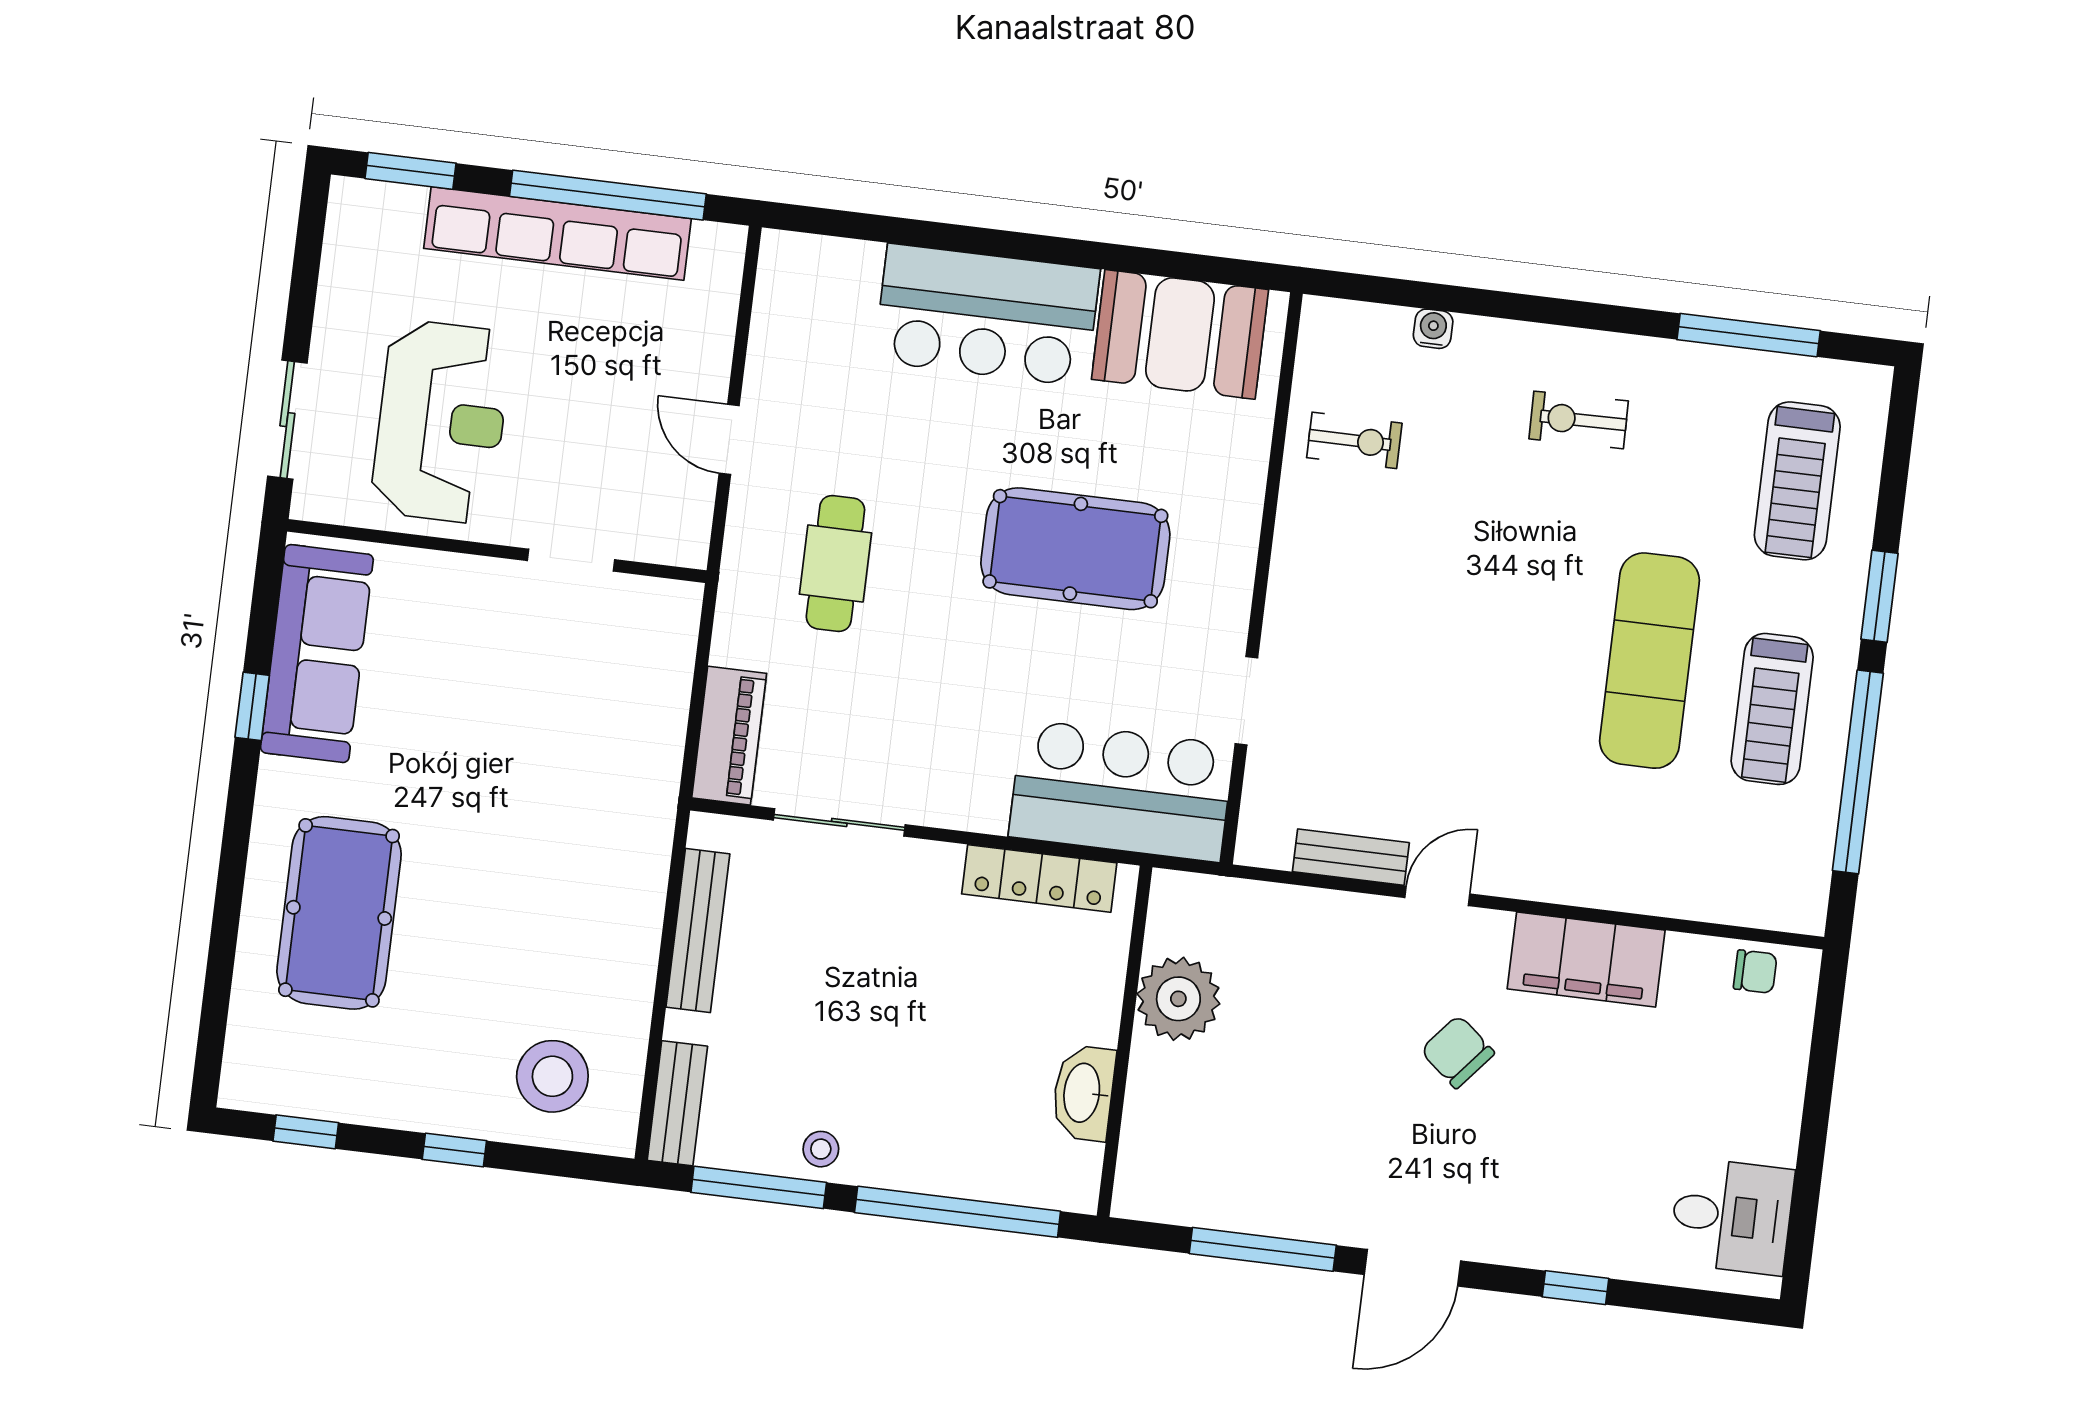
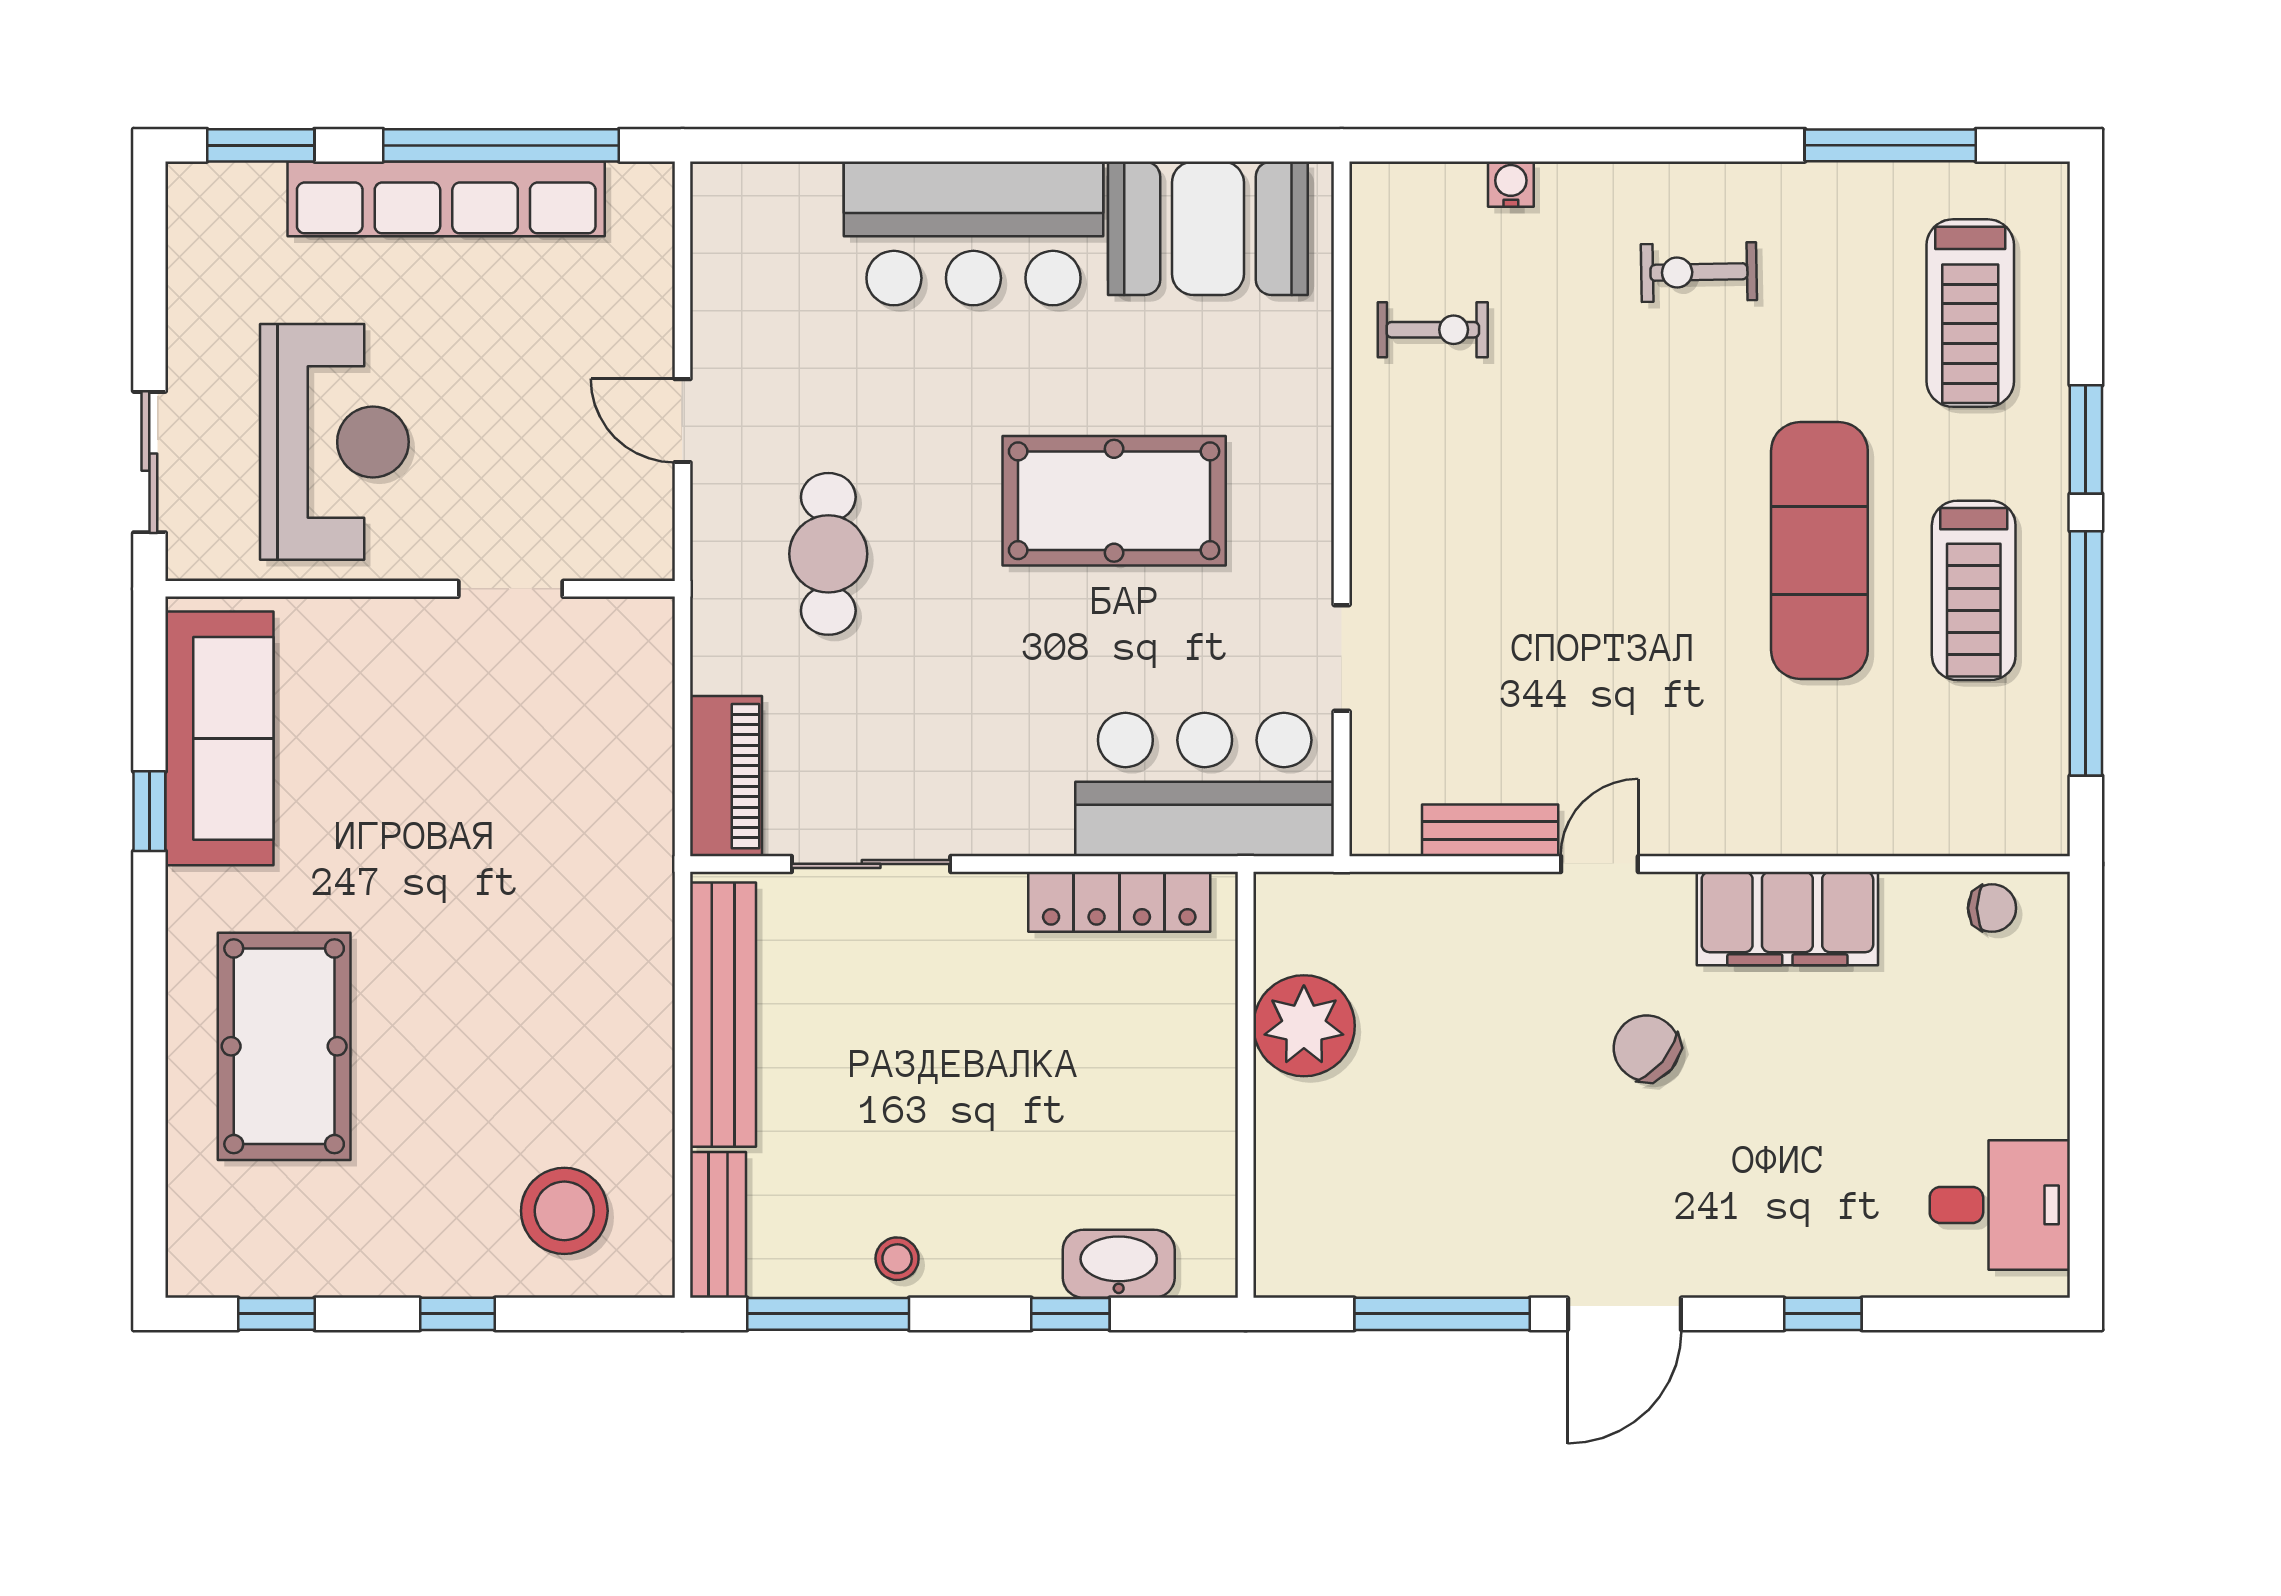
bench: (698, 931) -> (723, 1015), width x1.37, depth x1.21
washbasin: (1083, 1093) -> (1119, 1264), moved, turned 90
window: (958, 1212) -> (1070, 1314), width x0.32

